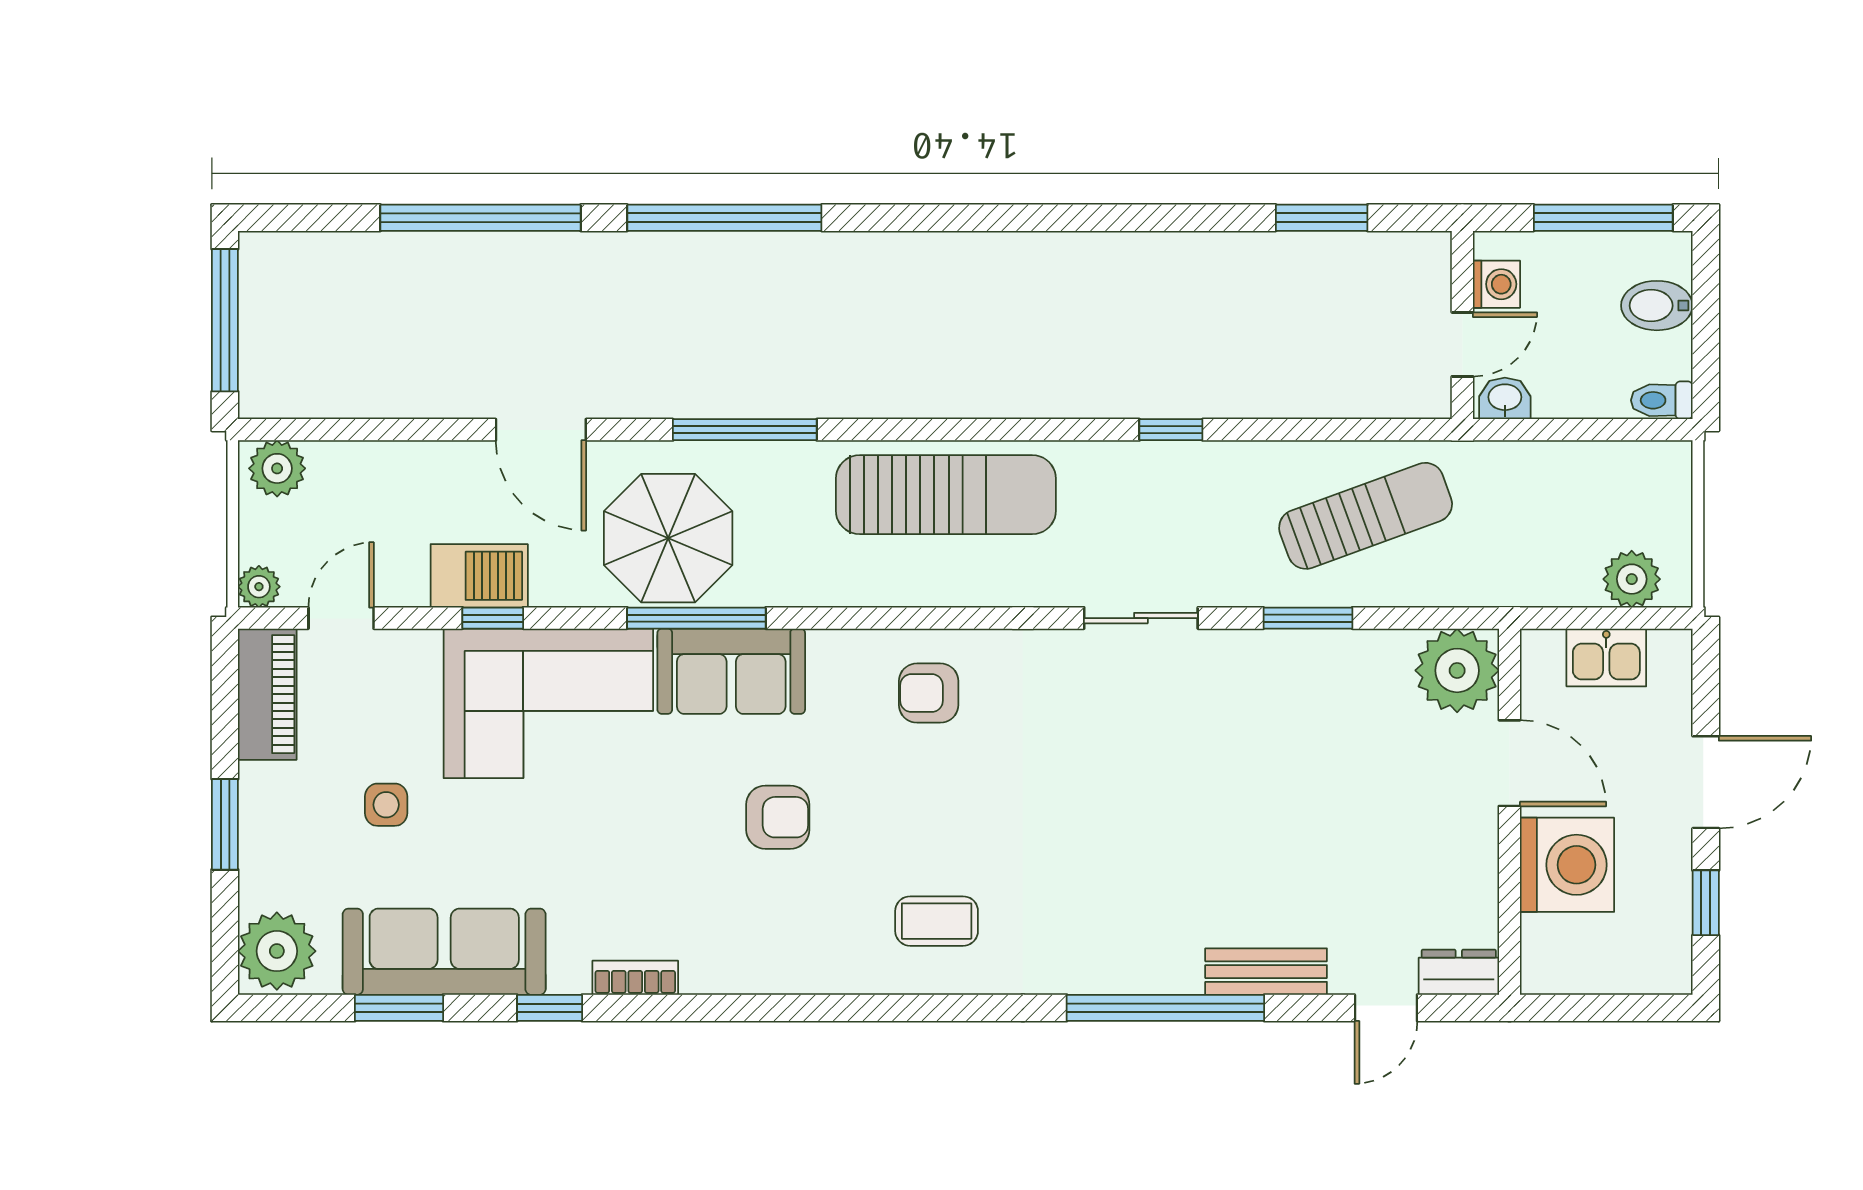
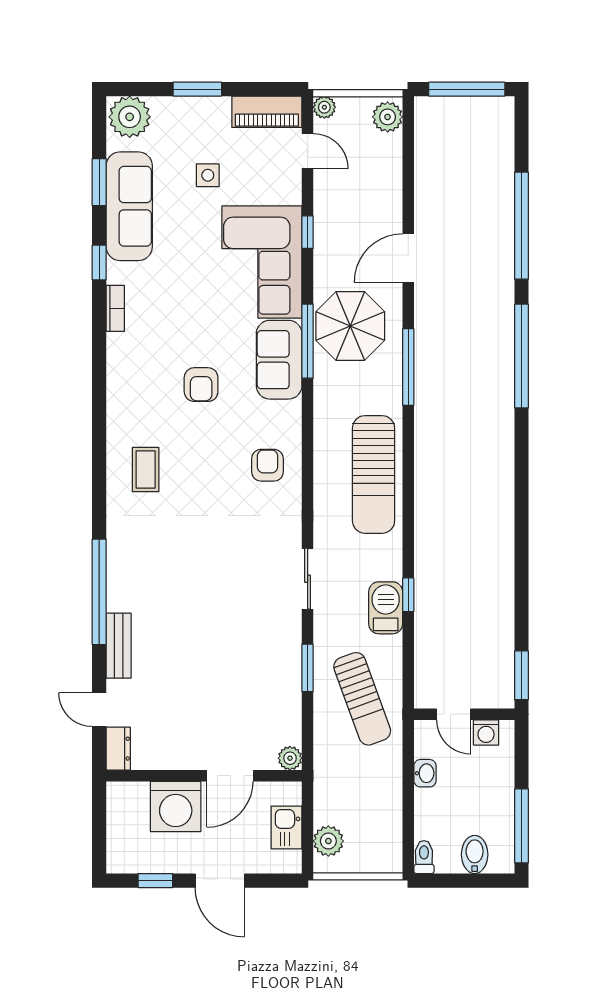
washing machine: (1496, 284) -> (486, 732), moved
wall: (1462, 325) -> (464, 714), moved
door: (1462, 344) -> (454, 714), moved
barbecue: (479, 576) -> (386, 608), moved, turned 180
plant: (1457, 670) -> (290, 758), width x0.53, depth x0.53

